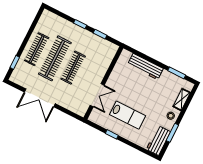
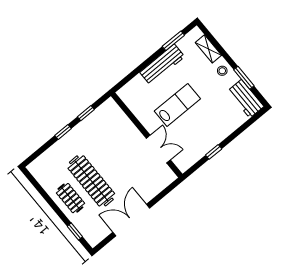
clothes rail: (37, 49) -> (70, 198), width x0.73
workbench: (145, 66) -> (162, 65), moved
clothes rail: (73, 68) -> (112, 164), removed
double door: (40, 98) -> (131, 220), swing flipped
lab bench: (128, 115) -> (177, 105), moved

